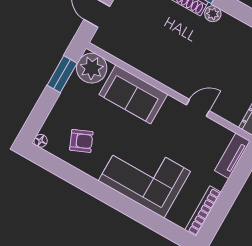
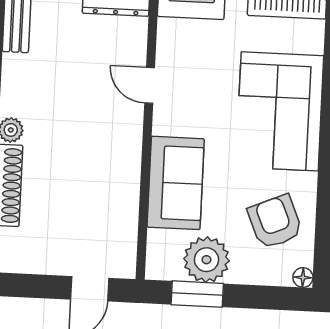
plant: (92, 68) -> (206, 260), moved
armchair: (81, 141) -> (275, 222), width x1.38, depth x1.38

